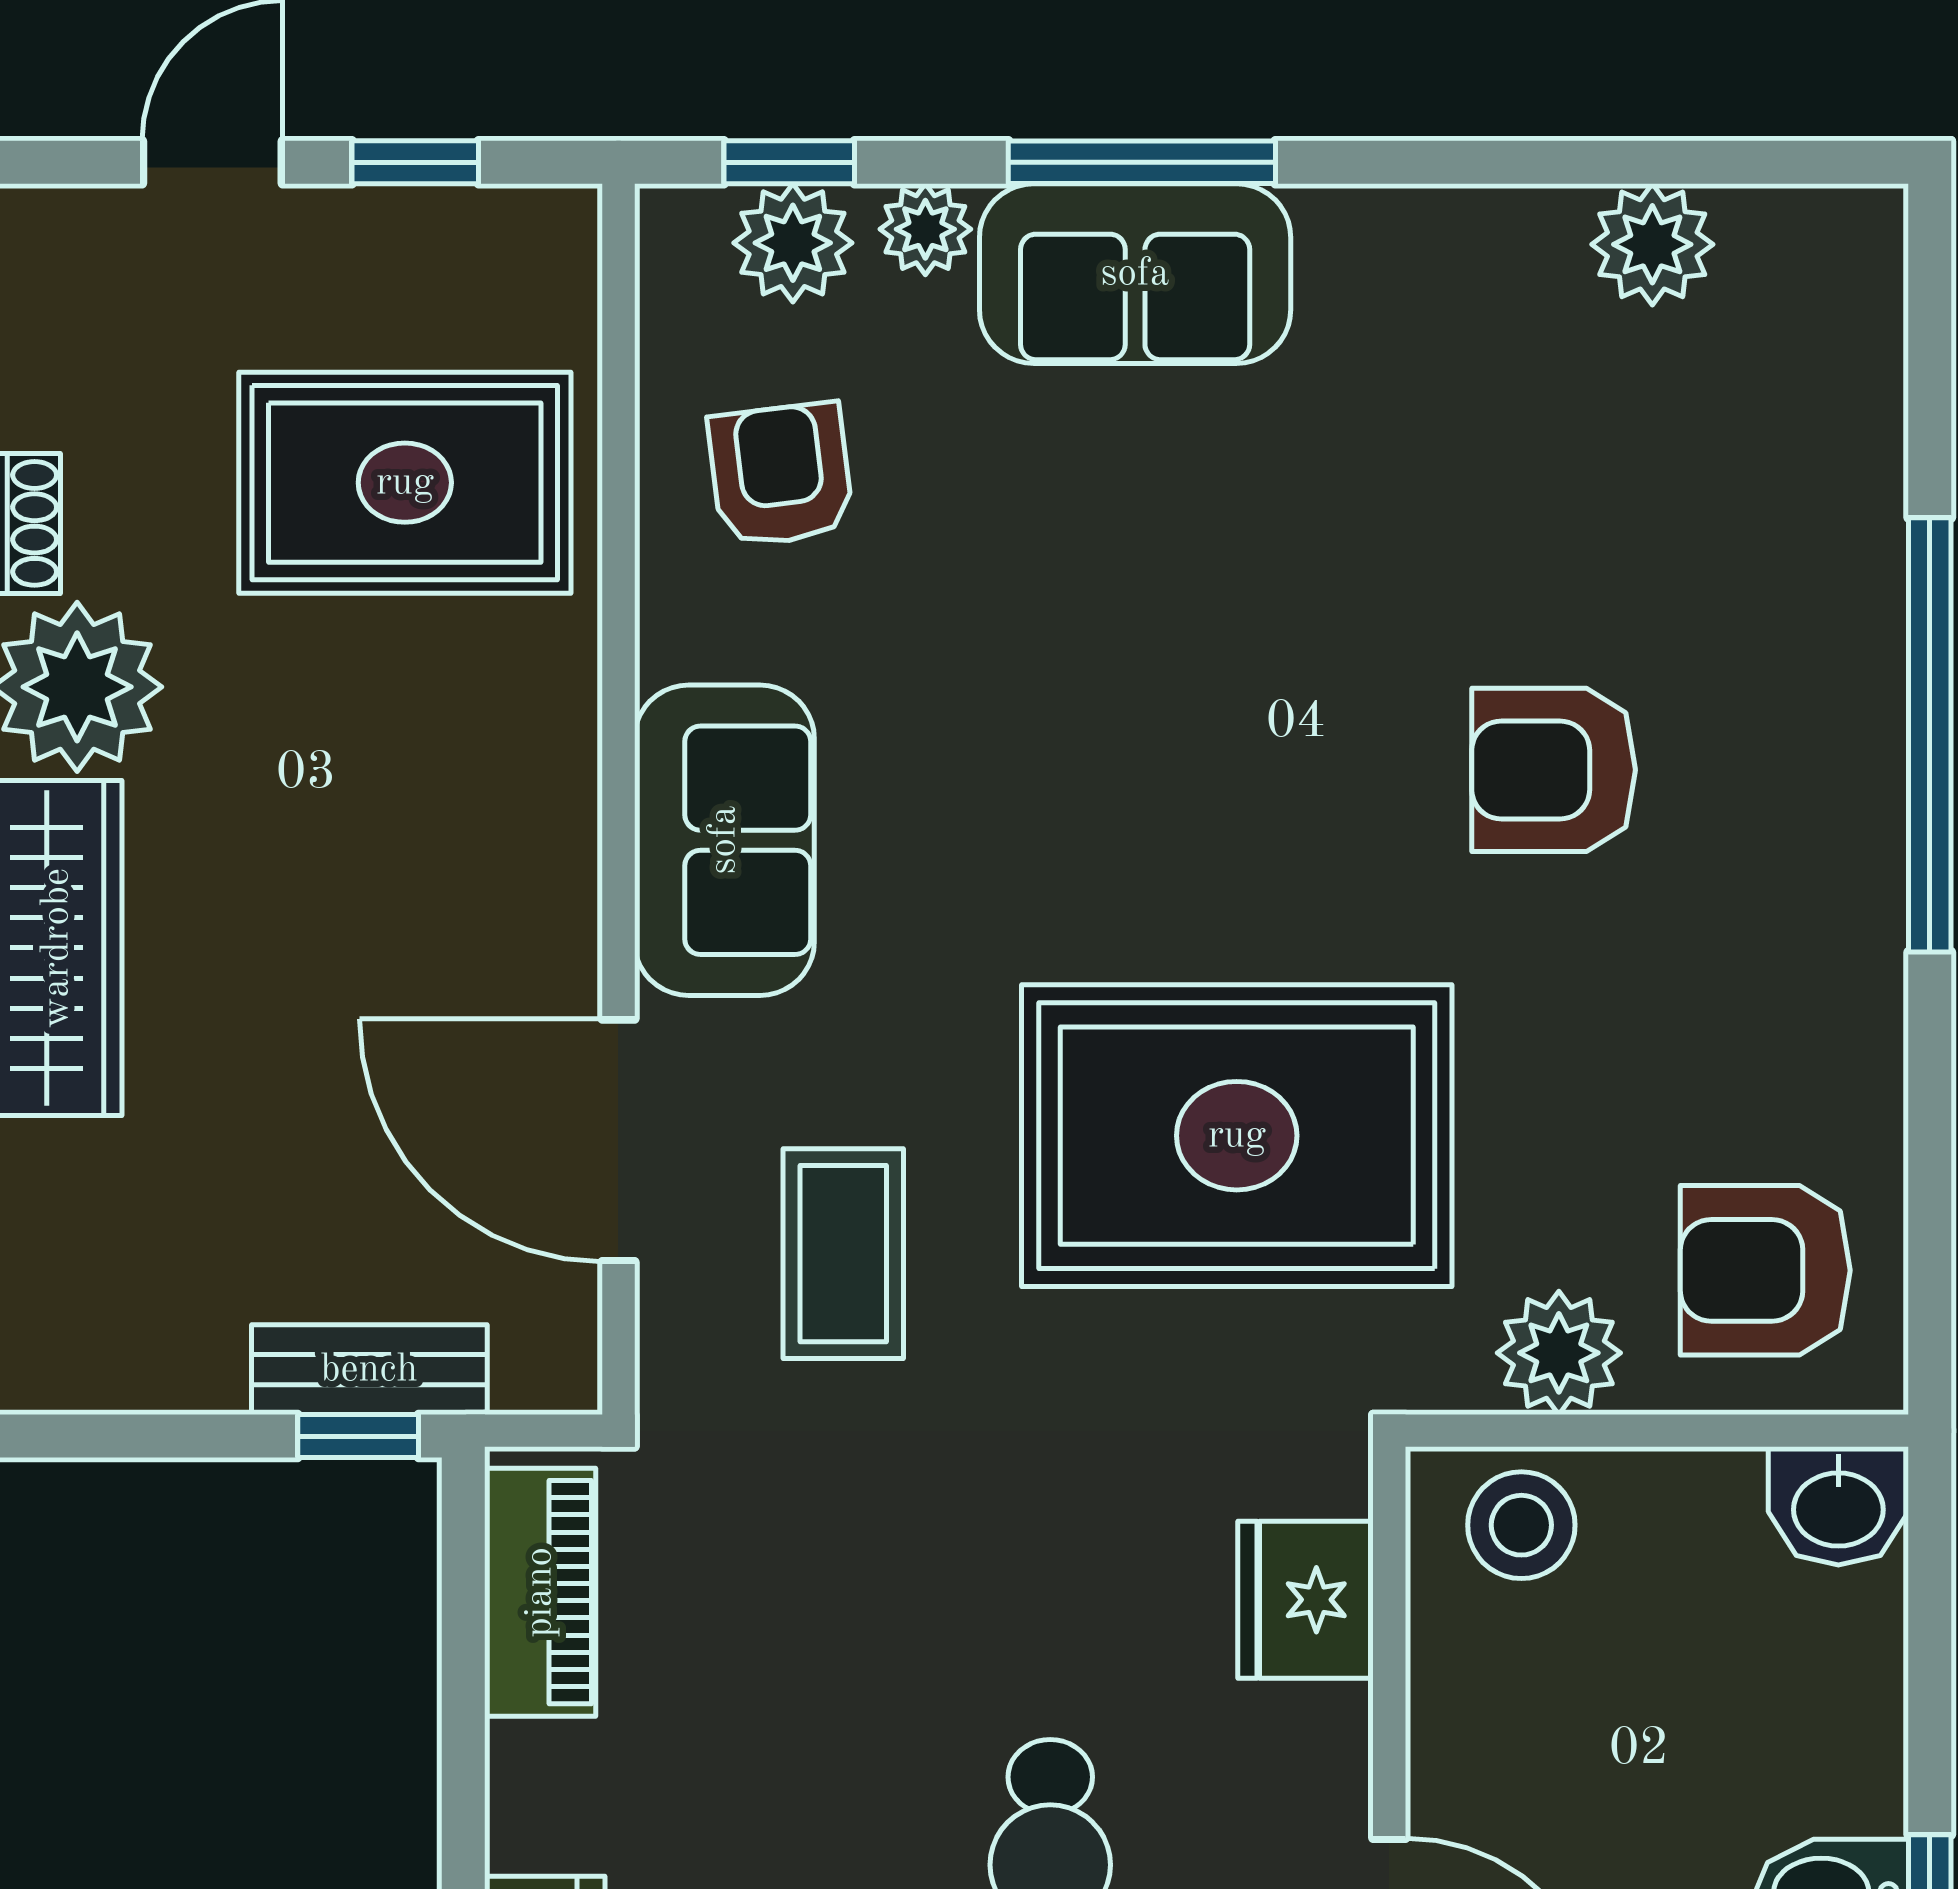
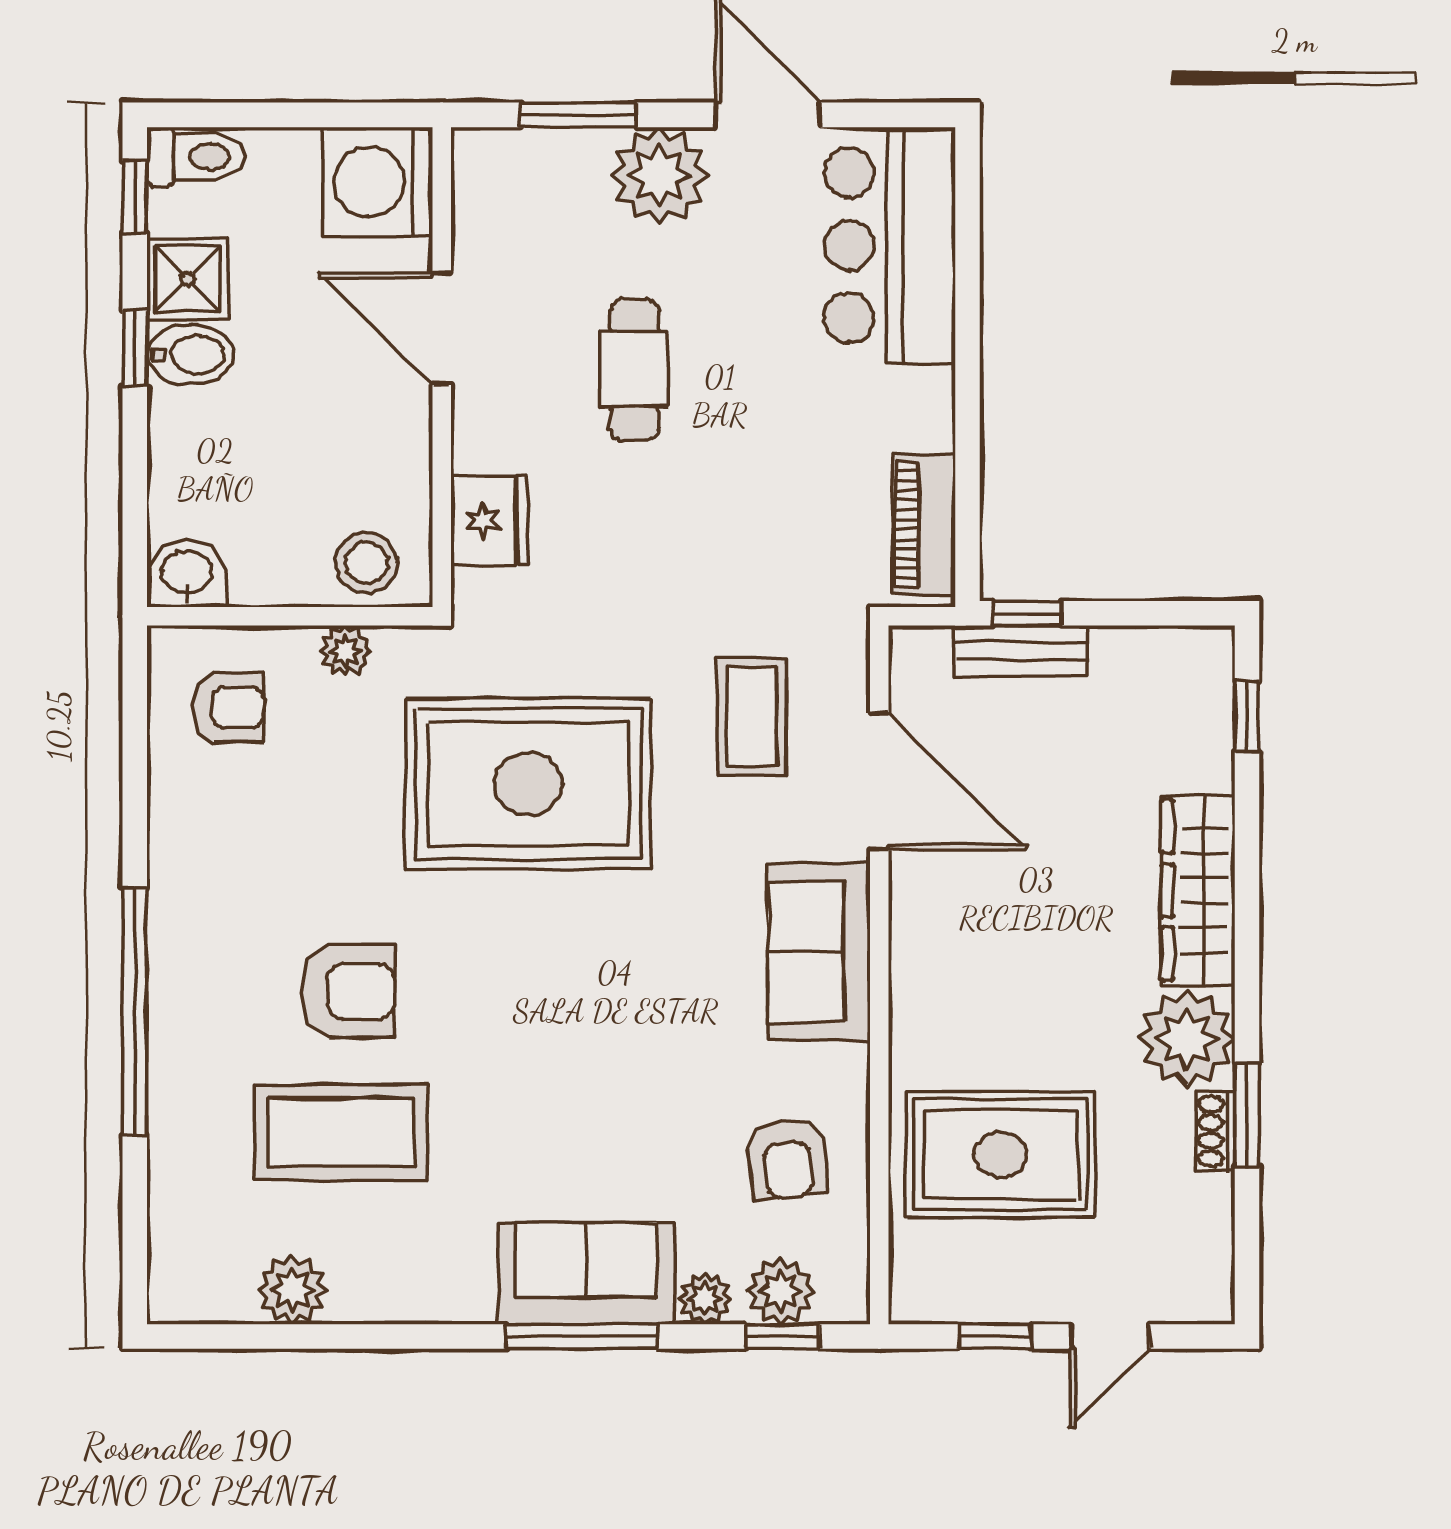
coffee table: (1567, 522) -> (341, 1133), added
armchair: (1765, 1270) -> (228, 707), width x0.72, depth x0.72
plant: (1559, 1353) -> (345, 651), width x0.73, depth x0.73

